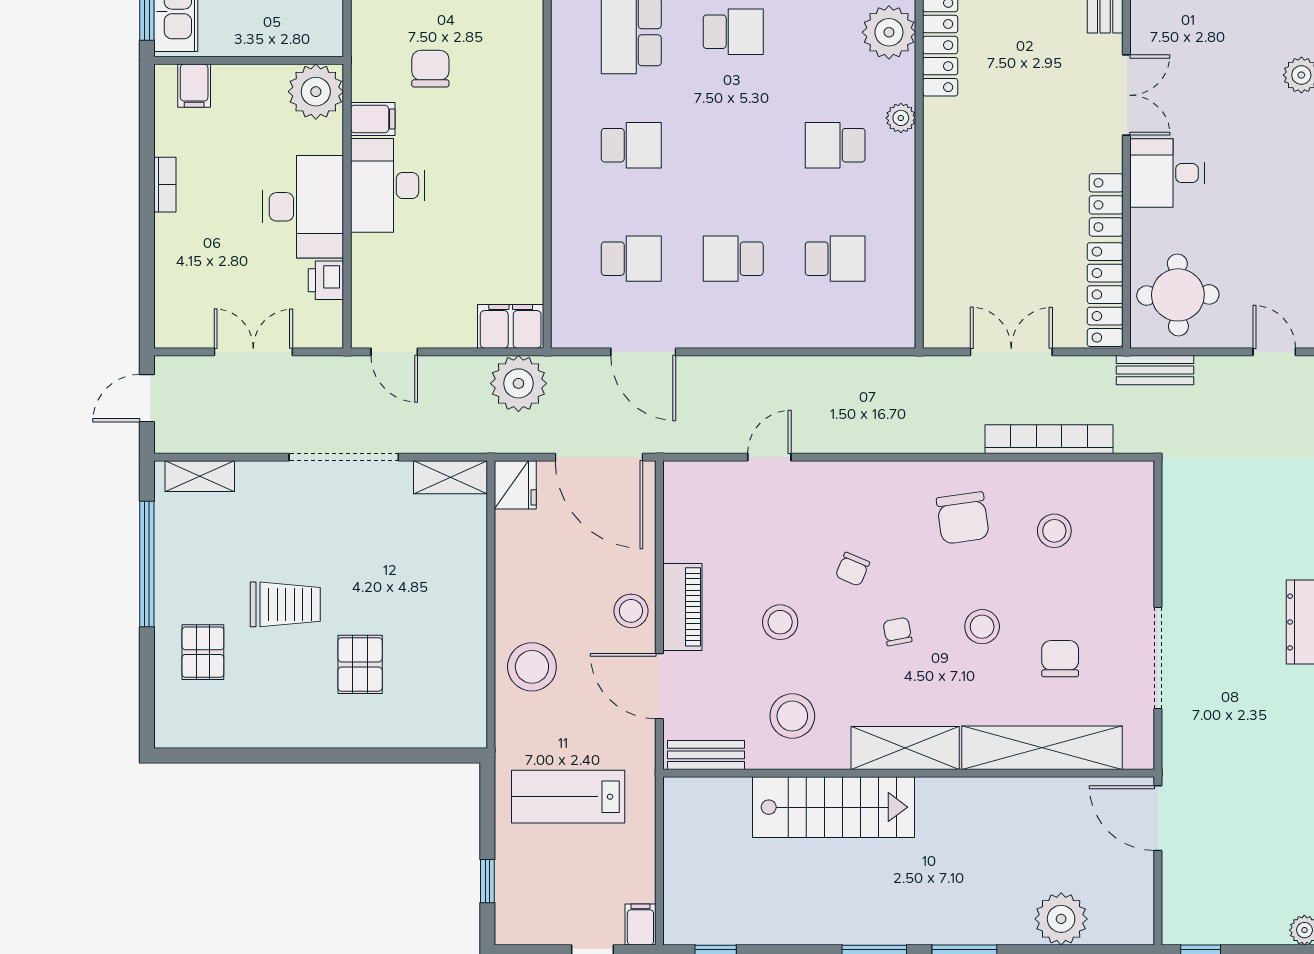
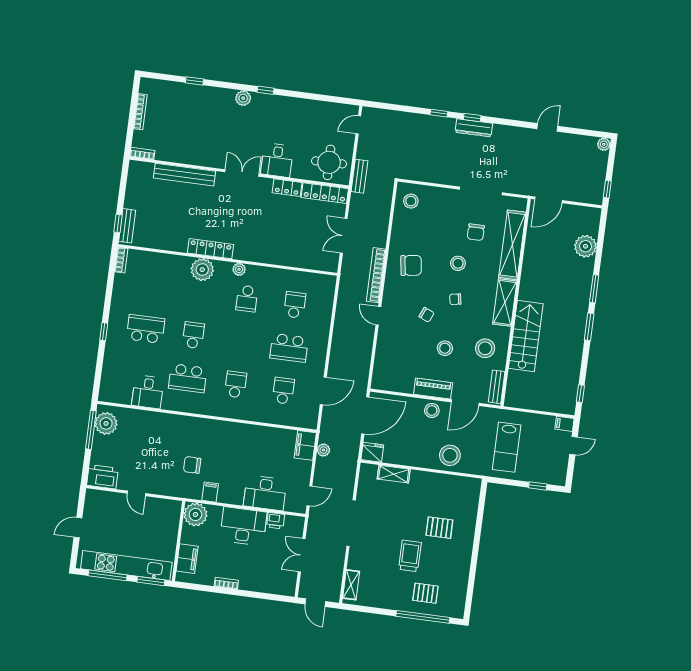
filing cabinet: (194, 86) -> (187, 559), width x2.00
desk: (387, 185) -> (265, 493), moved
school desk: (733, 259) -> (289, 348), width x1.85
plant: (518, 383) -> (323, 450), width x0.53, depth x0.53
bookcase: (1049, 439) -> (376, 275), moved
door: (769, 457) -> (378, 316), moved
shelving: (451, 477) -> (394, 474), moved, turned 90
stool: (1054, 531) -> (411, 201), moved
window: (147, 564) -> (423, 617), moved
chair: (1060, 659) -> (476, 232), turned -90

